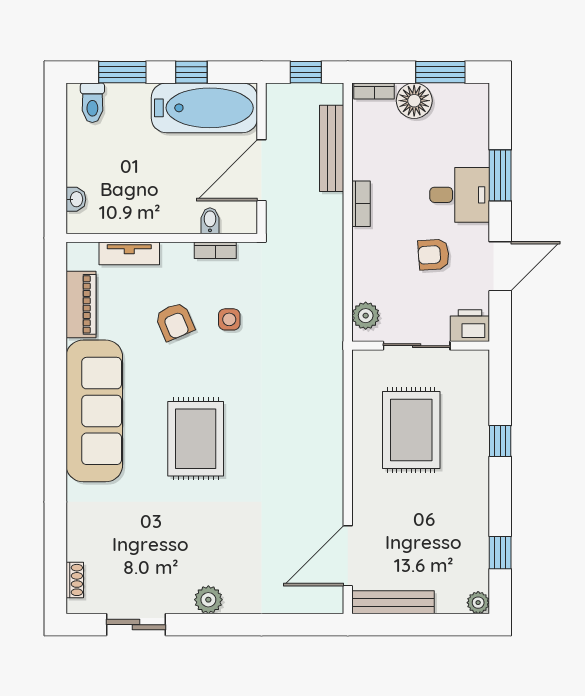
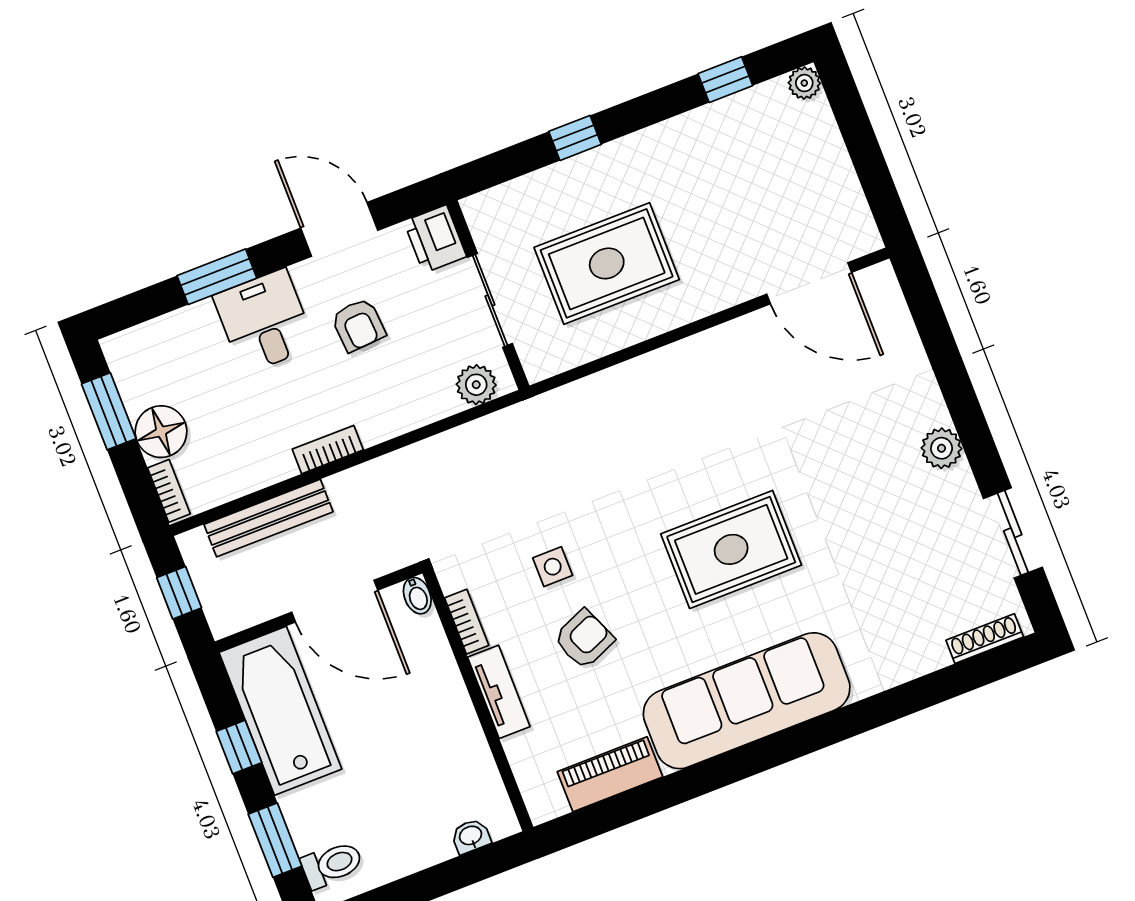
bidet: (210, 221) -> (417, 596), moved, turned -90
tv unit: (129, 253) -> (499, 692), moved
shoe rack: (75, 580) -> (985, 639), width x1.43
bench: (393, 602) -> (848, 198), removed

